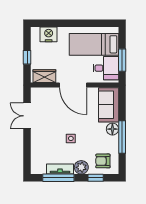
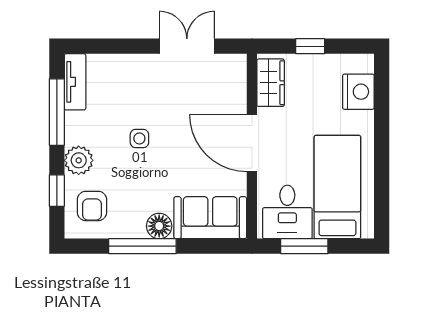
door: (73, 85) -> (252, 143), hinge flipped
armchair: (103, 161) -> (92, 206), turned 180
tv unit: (60, 169) -> (75, 82), moved

